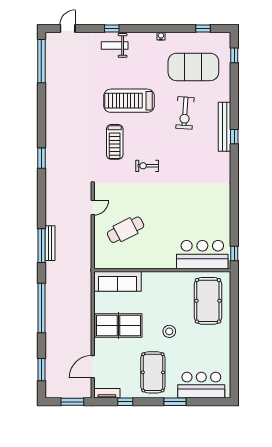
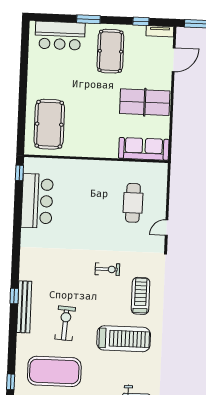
cafe table: (126, 230) -> (133, 203), turned -63
bar counter: (202, 255) -> (37, 201), moved, turned -90
stool: (169, 331) -> (91, 94), removed

